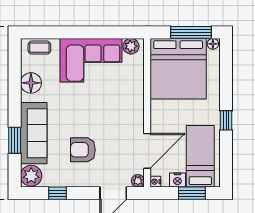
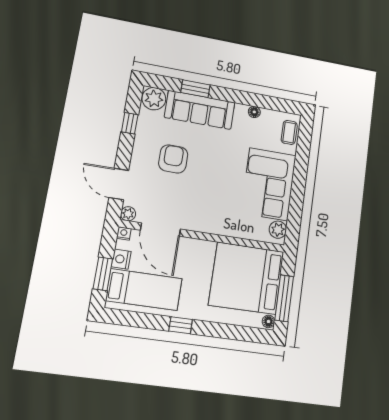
floor lamp: (31, 83) -> (254, 112), width x0.53, depth x0.53

